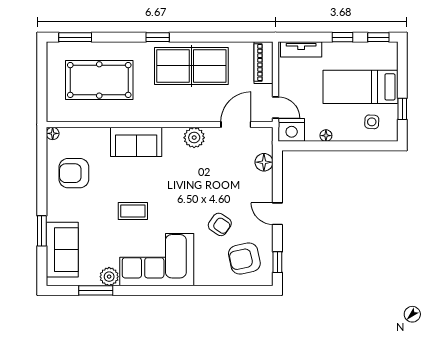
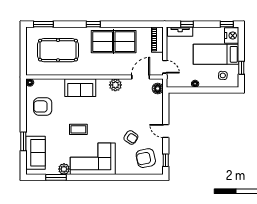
window: (343, 37) -> (187, 24), moved
nightstand: (292, 130) -> (232, 36), moved, turned -90
floor lamp: (264, 162) -> (158, 89), moved

